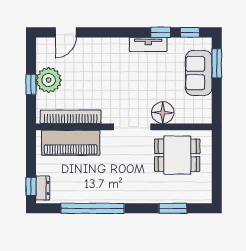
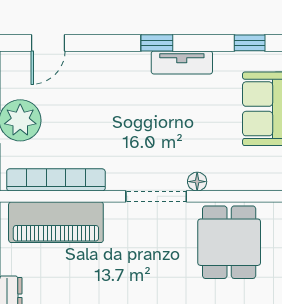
window: (161, 32) -> (157, 43), moved
floor lamp: (163, 113) -> (197, 182), width x0.53, depth x0.53
dining table: (177, 155) -> (229, 242), turned 90

